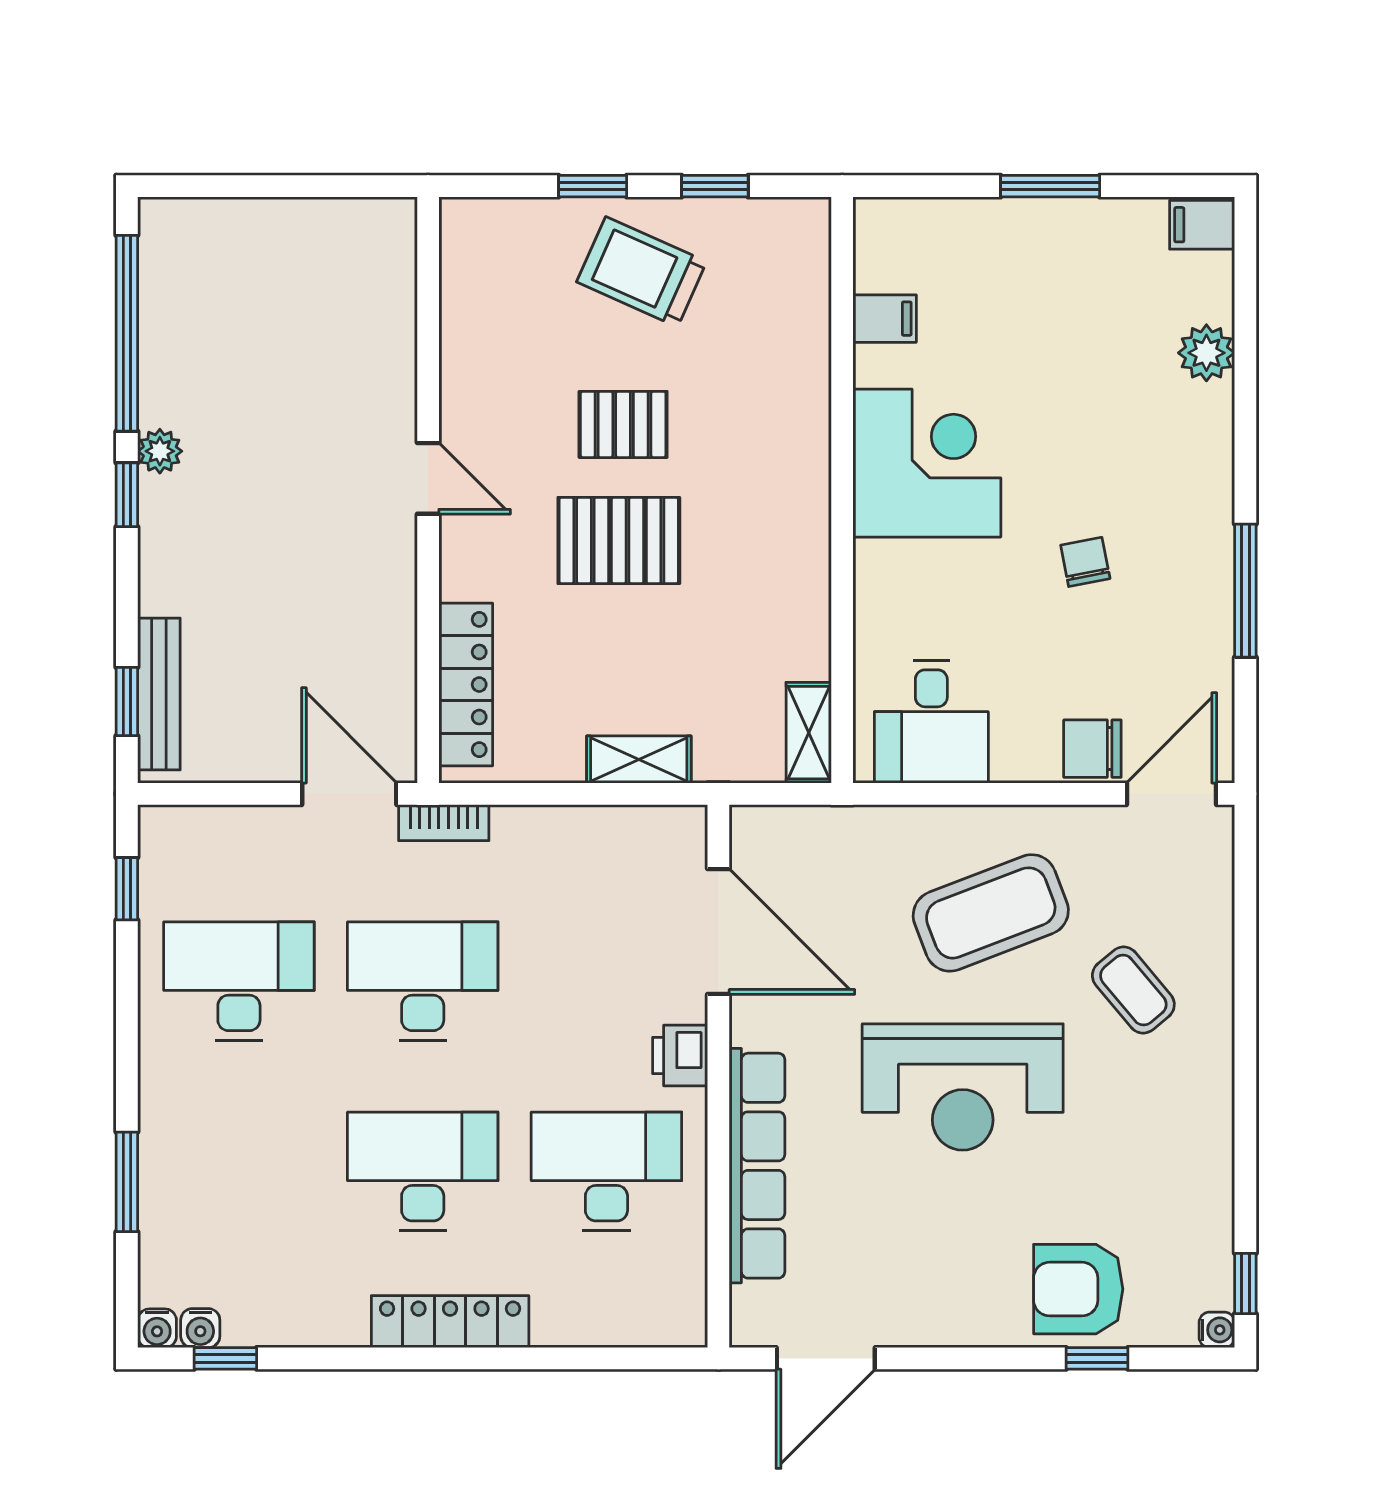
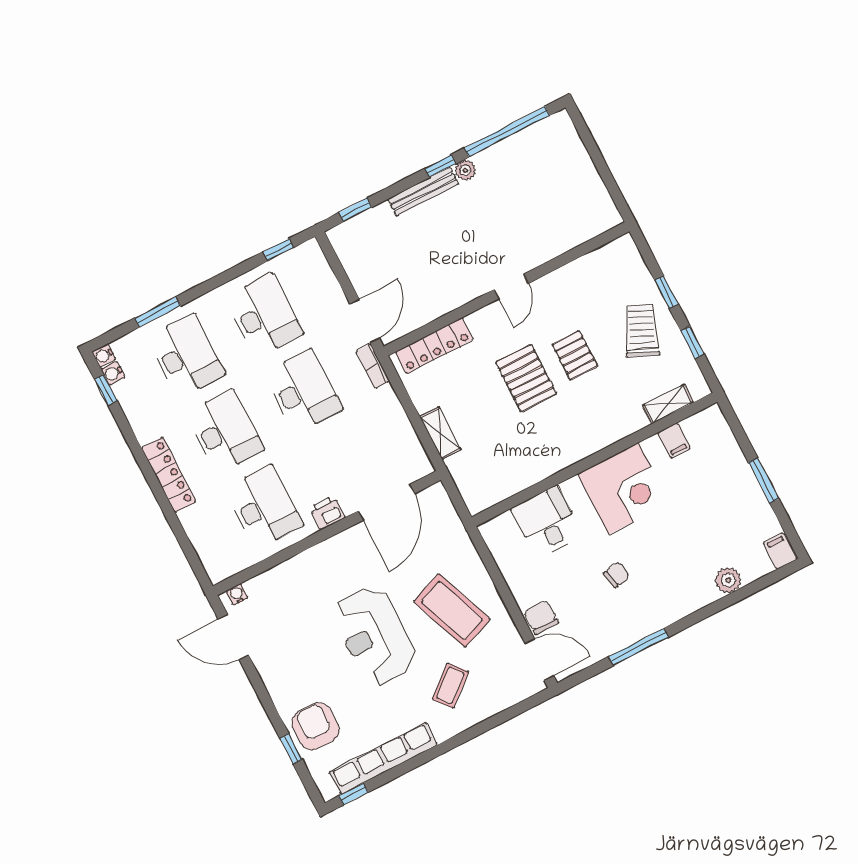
bench: (159, 694) -> (423, 192), moved
desk: (931, 722) -> (547, 522), moved, turned 90
shelving: (809, 733) -> (668, 404), moved
row of seats: (757, 1166) -> (383, 758), moved, turned 180
desk: (239, 1171) -> (186, 356), added
water cooler: (1217, 1330) -> (237, 594), moved, turned 180

